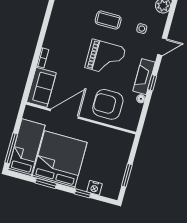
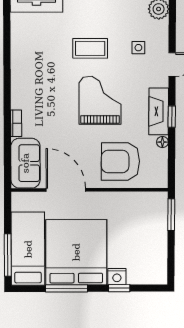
grand piano: (105, 58) -> (100, 100), turned -90
door: (64, 114) -> (66, 190), hinge flipped
window: (127, 175) -> (171, 215), moved
window: (46, 183) -> (67, 288), width x1.44
nightstand: (94, 188) -> (117, 277), moved

